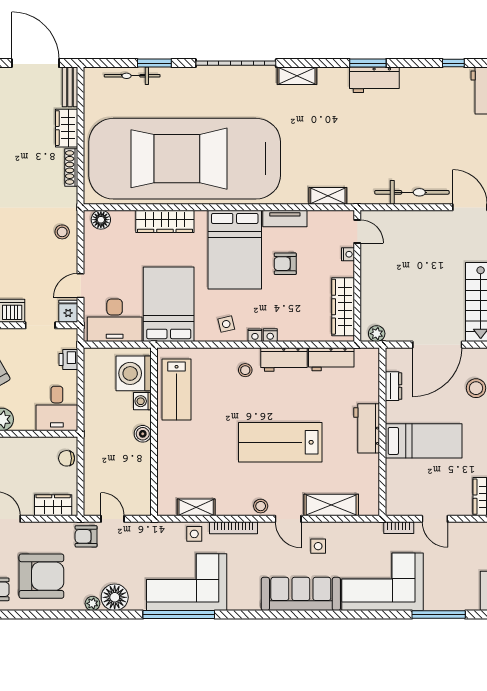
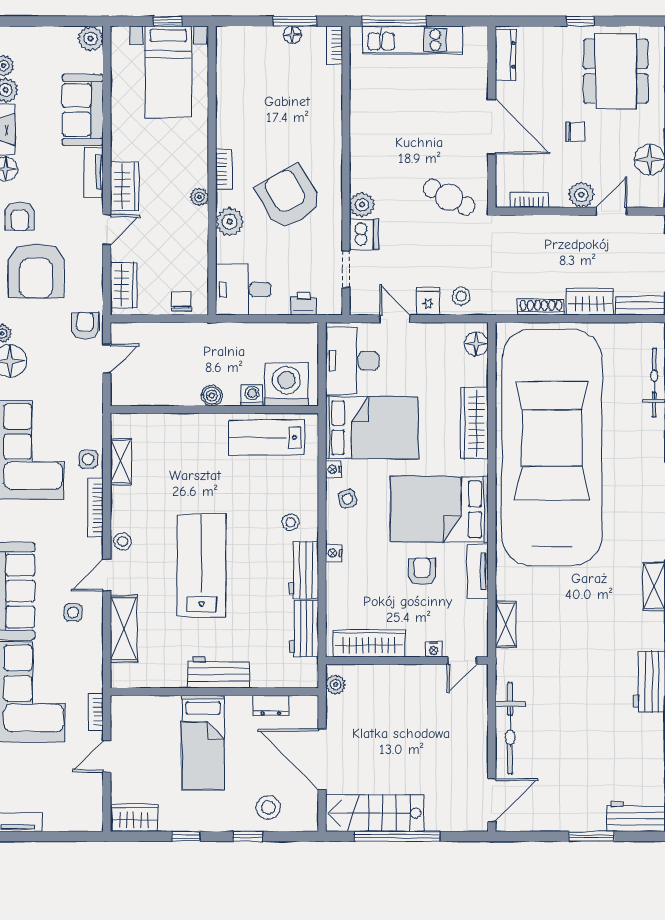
fridge: (68, 311) -> (428, 301), moved, turned -90
nightstand: (255, 335) -> (333, 469), moved

